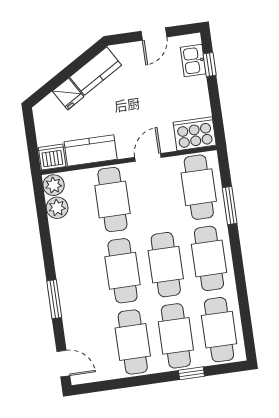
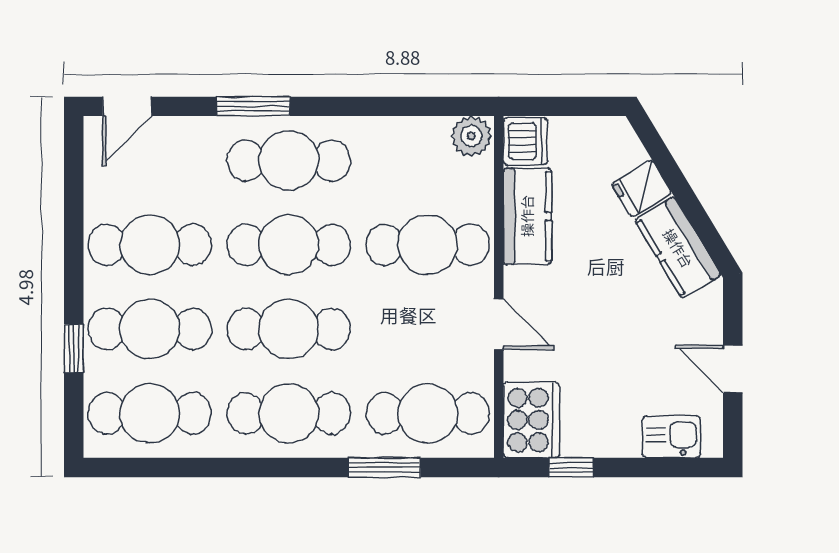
window: (210, 64) -> (571, 467), moved
plant: (57, 208) -> (427, 137), removed
cafe table: (79, 277) -> (289, 160), added

